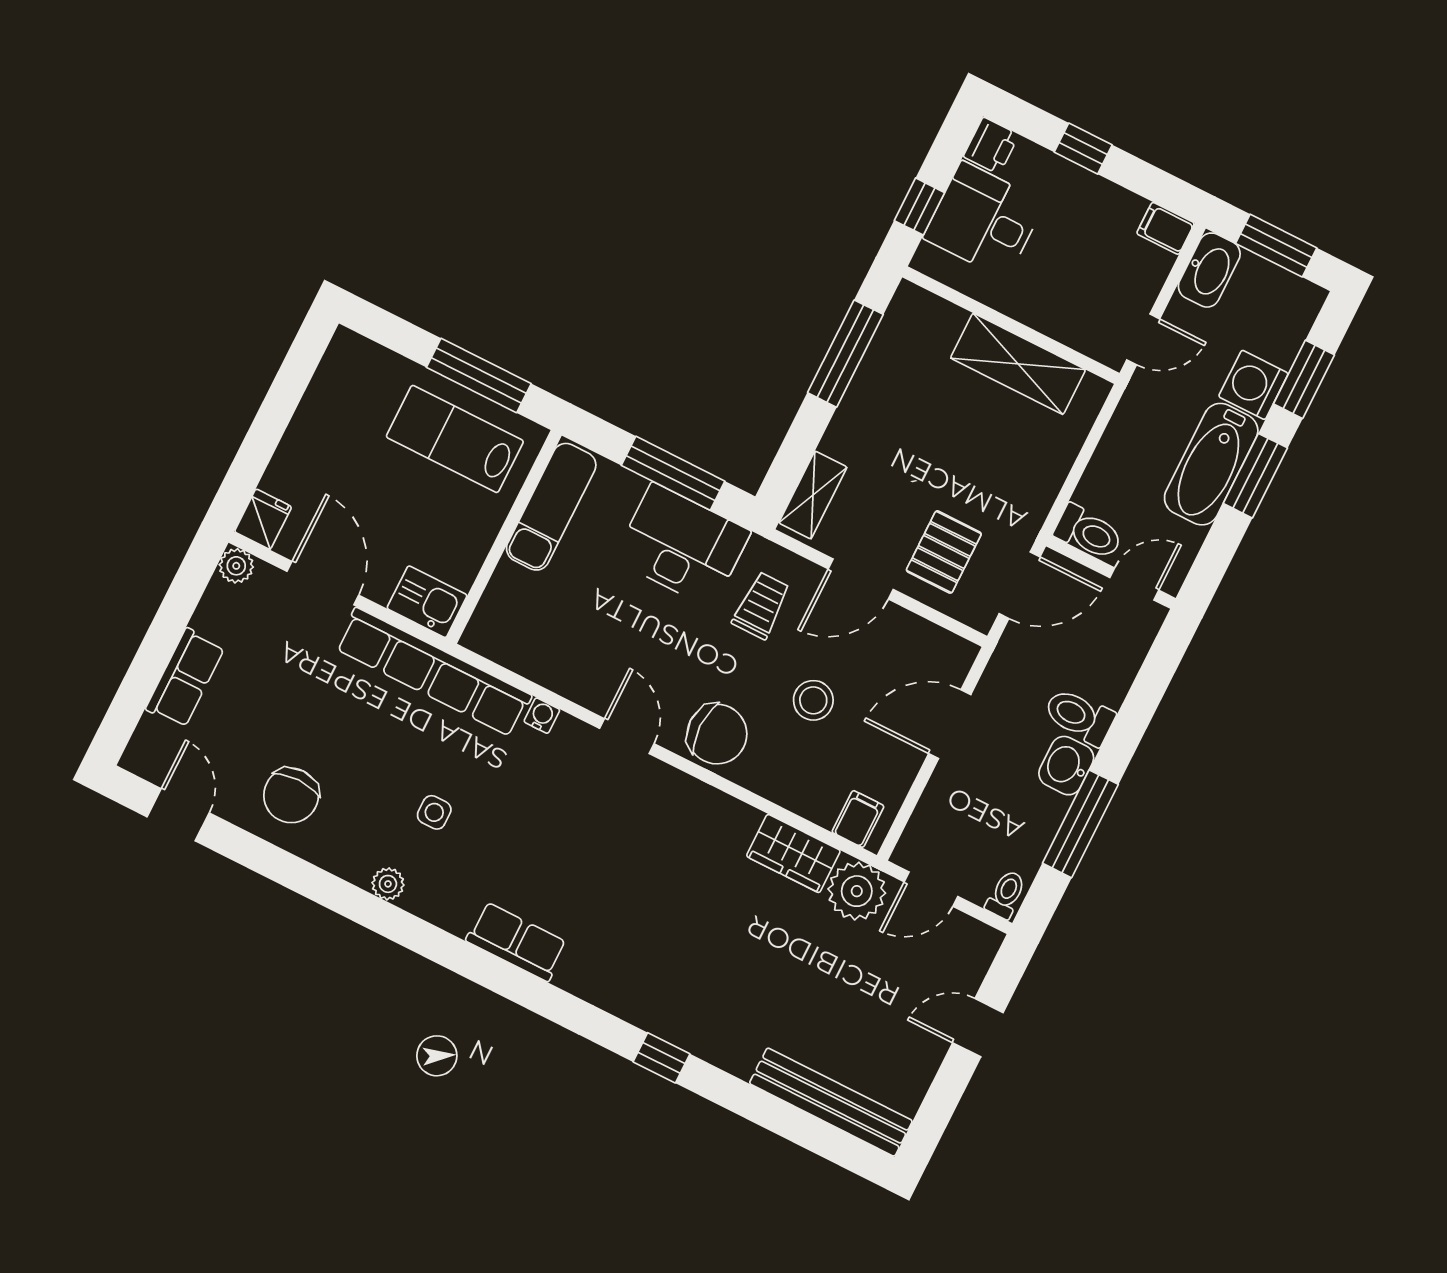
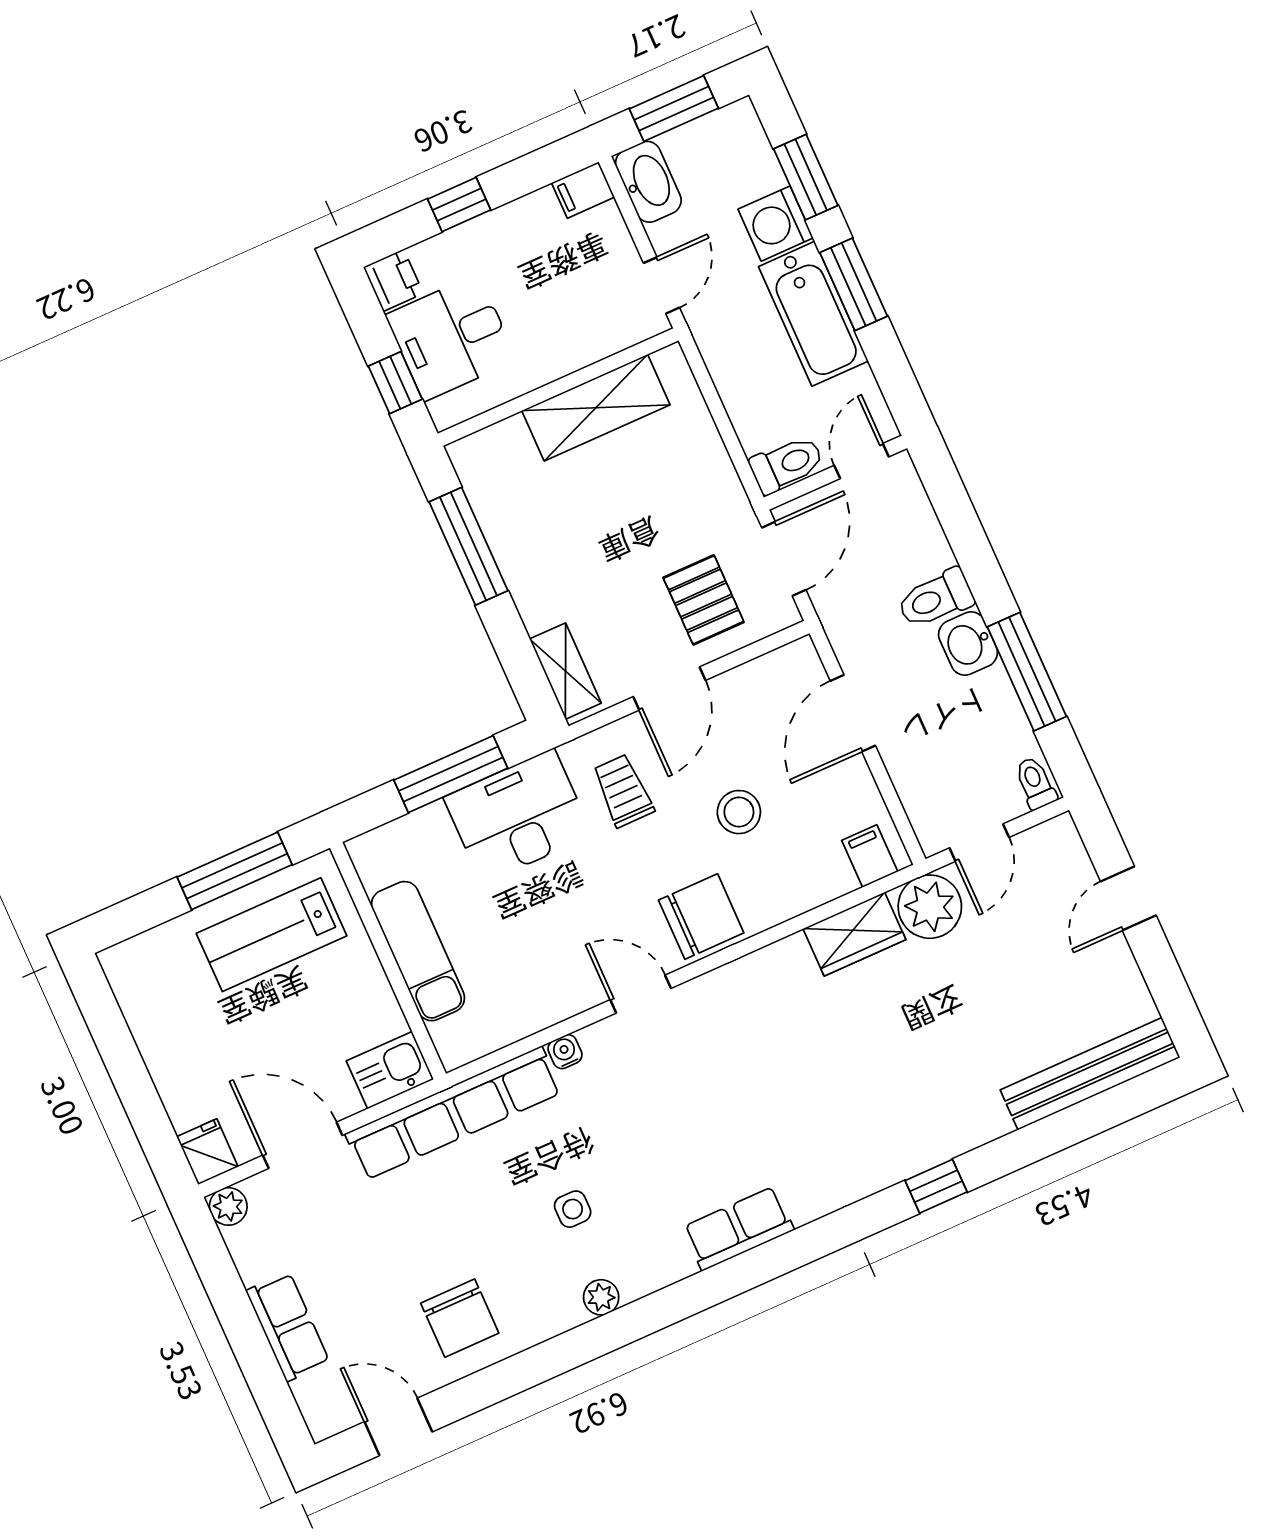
exam couch: (551, 507) -> (418, 951), moved

